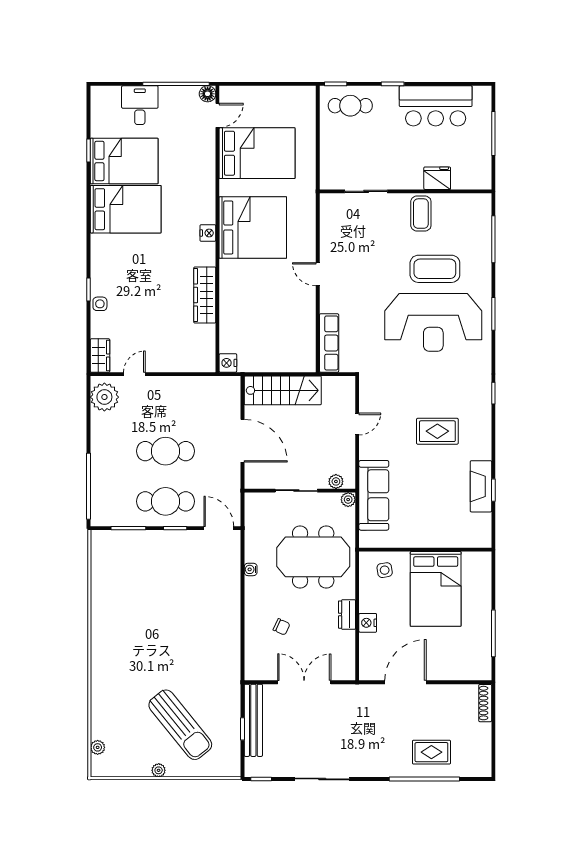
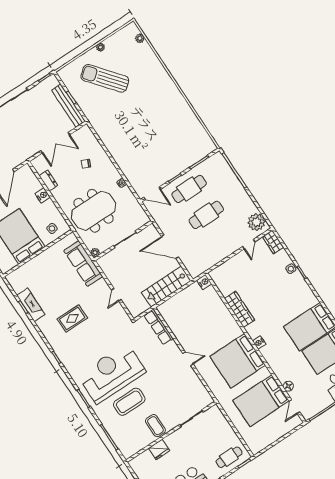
floor lamp: (208, 94) -> (288, 386), moved
plant: (336, 481) -> (108, 258), removed
dresser: (347, 615) -> (48, 181), moved

